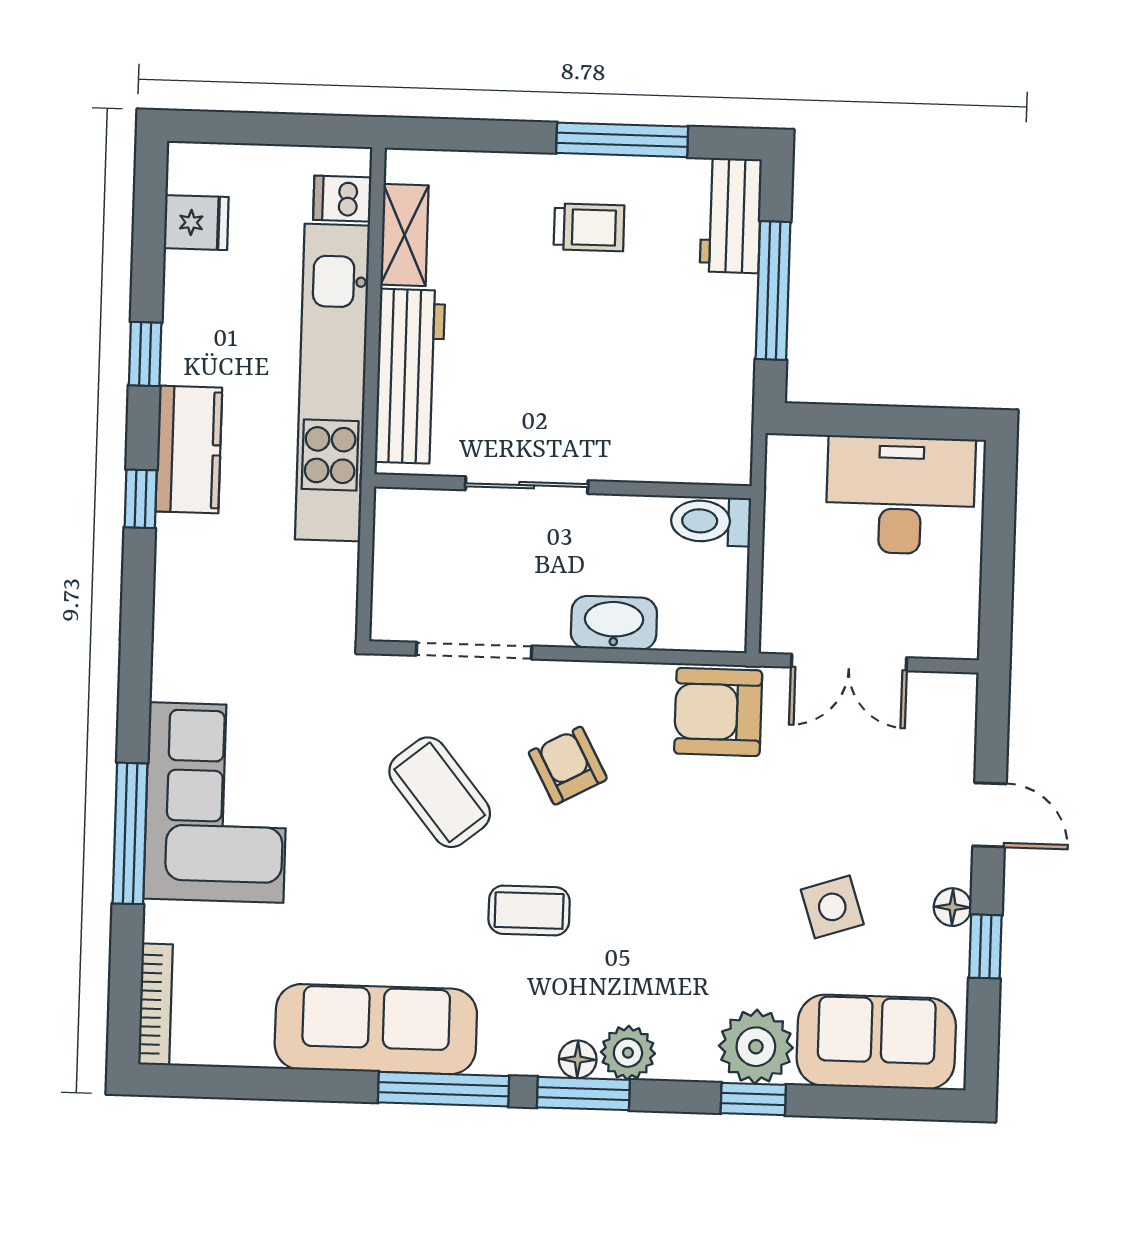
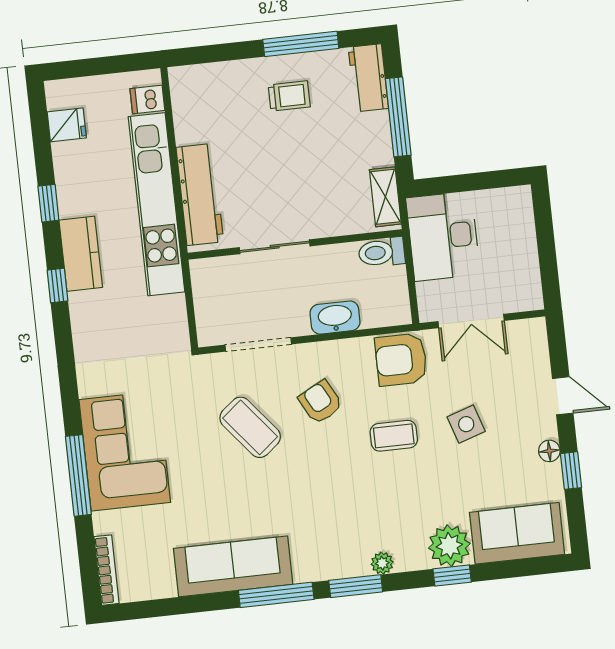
shelving: (404, 235) -> (385, 197), moved
desk: (901, 495) -> (443, 236), moved, turned -90
side table: (832, 907) -> (466, 424), moved
coffee table: (529, 910) -> (394, 436), moved
plant: (628, 1053) -> (382, 563), width x0.73, depth x0.73
floor lamp: (578, 1059) -> (350, 567), removed

